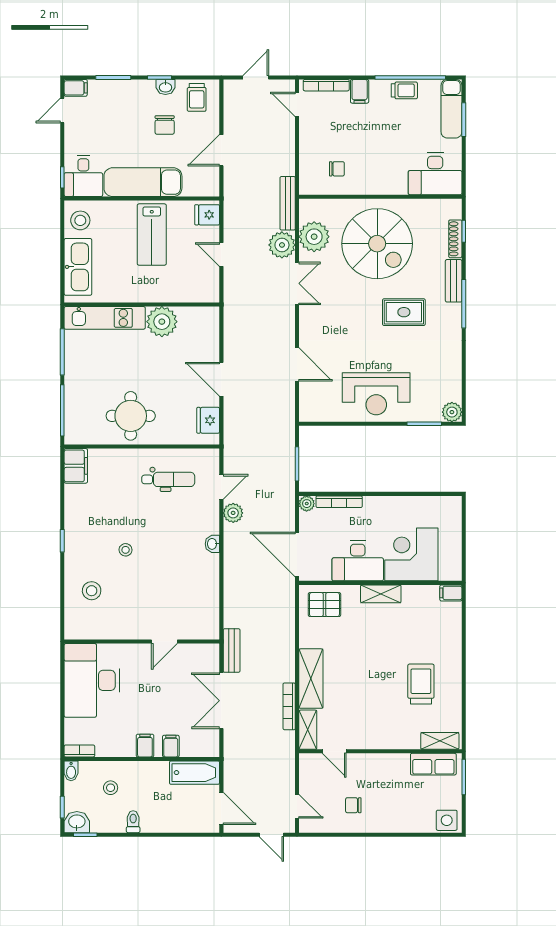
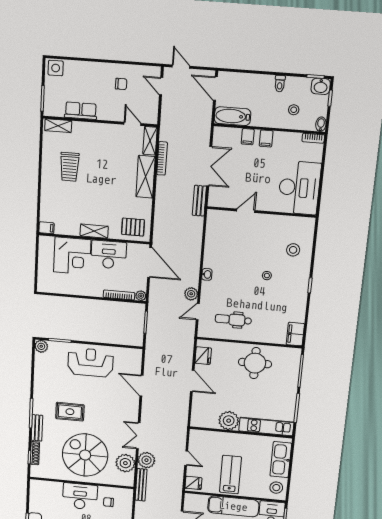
desk: (435, 174) -> (80, 496), moved
row of seats: (433, 764) -> (81, 111), moved

